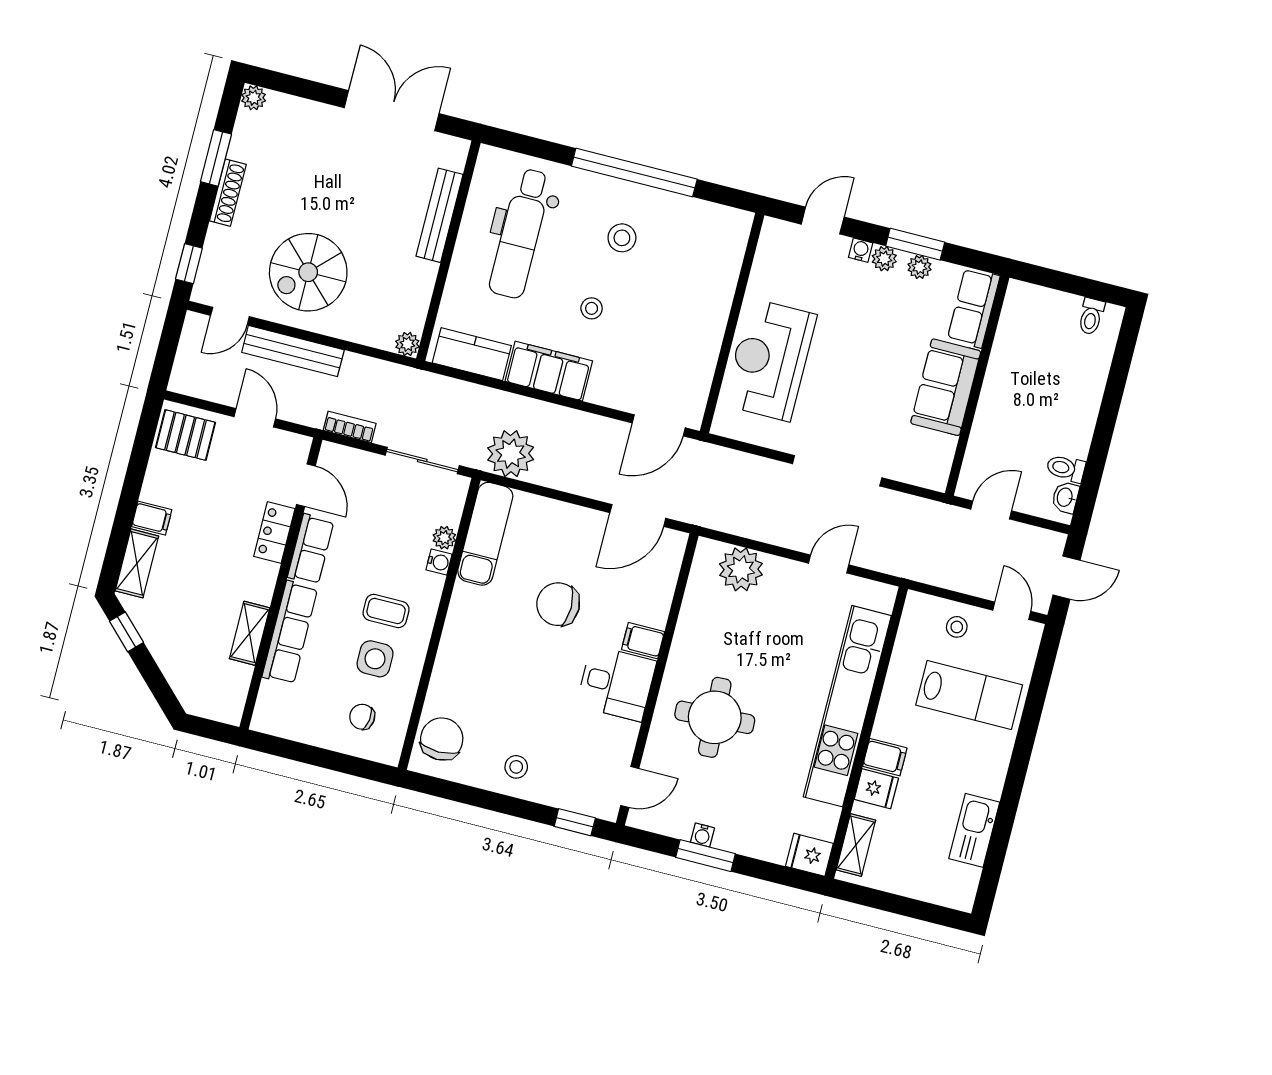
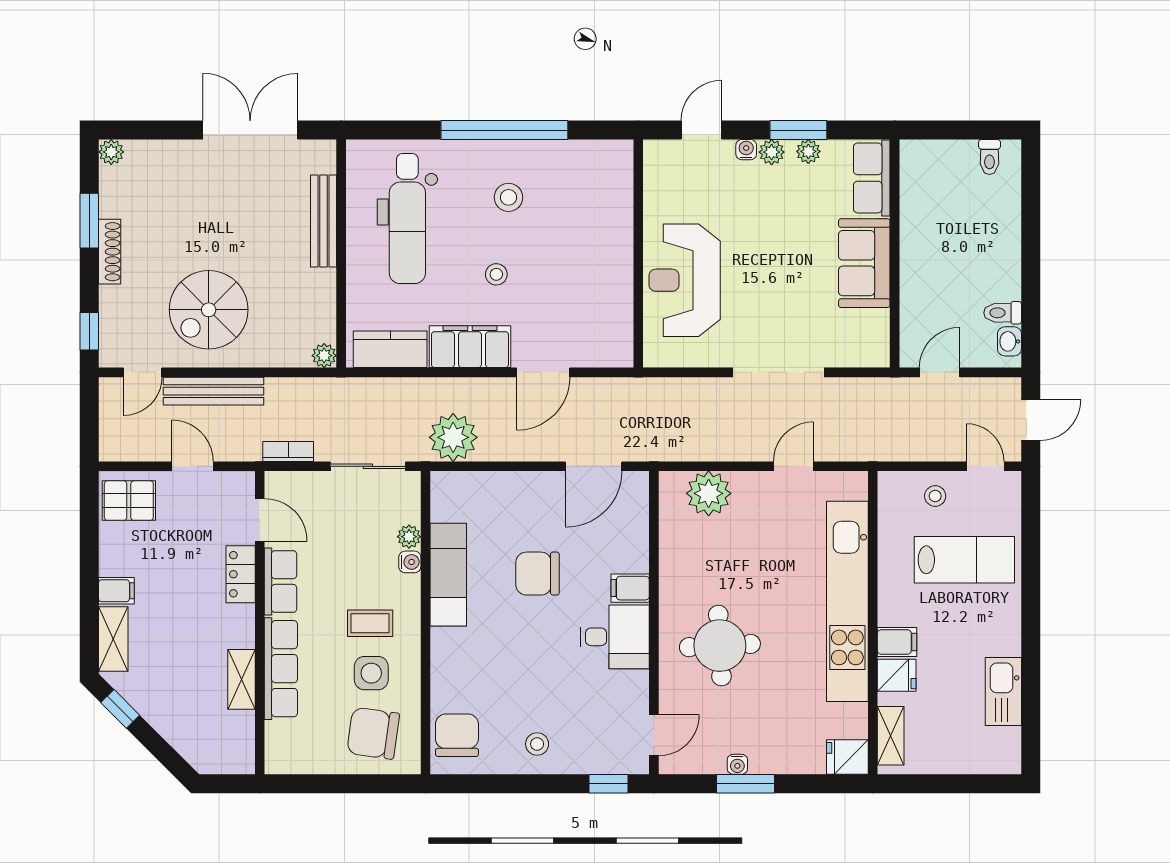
door: (659, 425) -> (543, 372), moved
exam couch: (485, 534) -> (448, 575), moved
chair: (362, 717) -> (373, 733), width x1.87, depth x1.87

